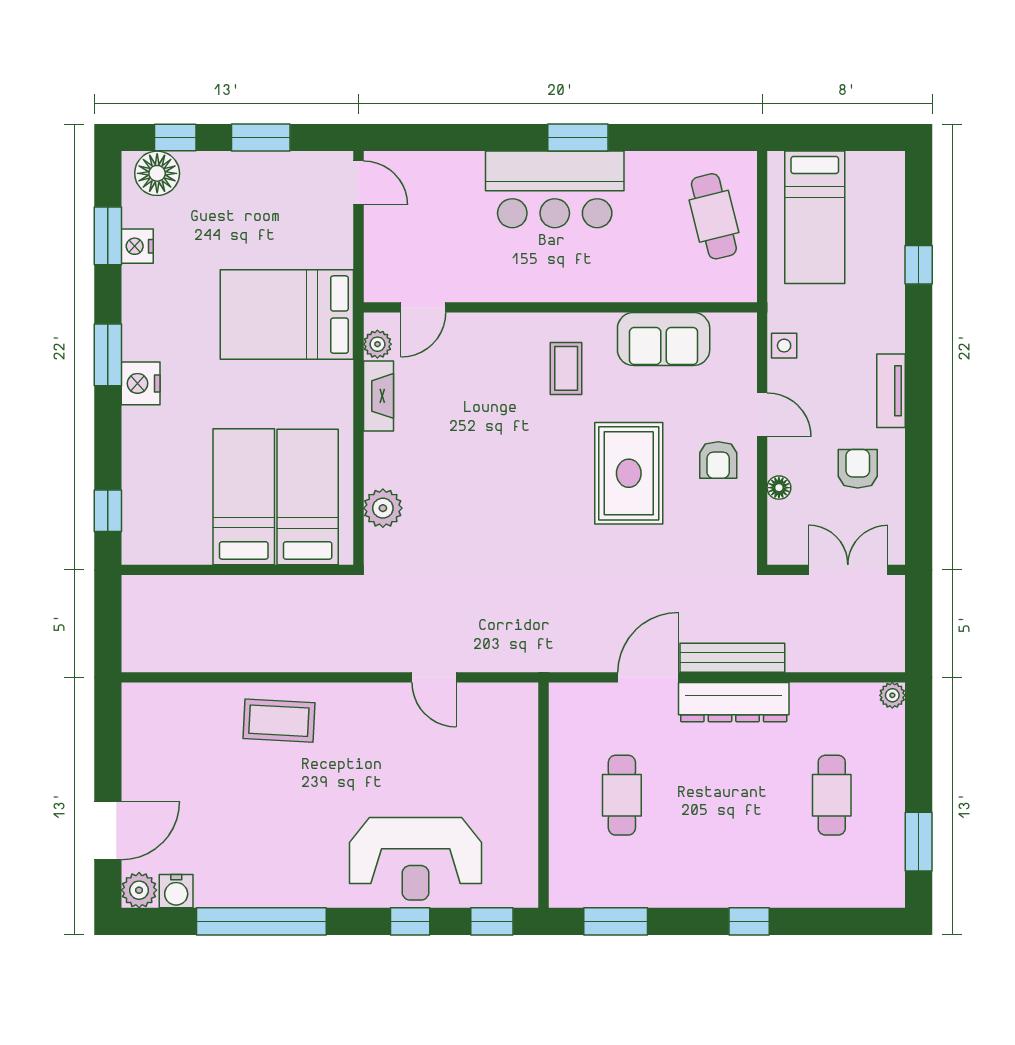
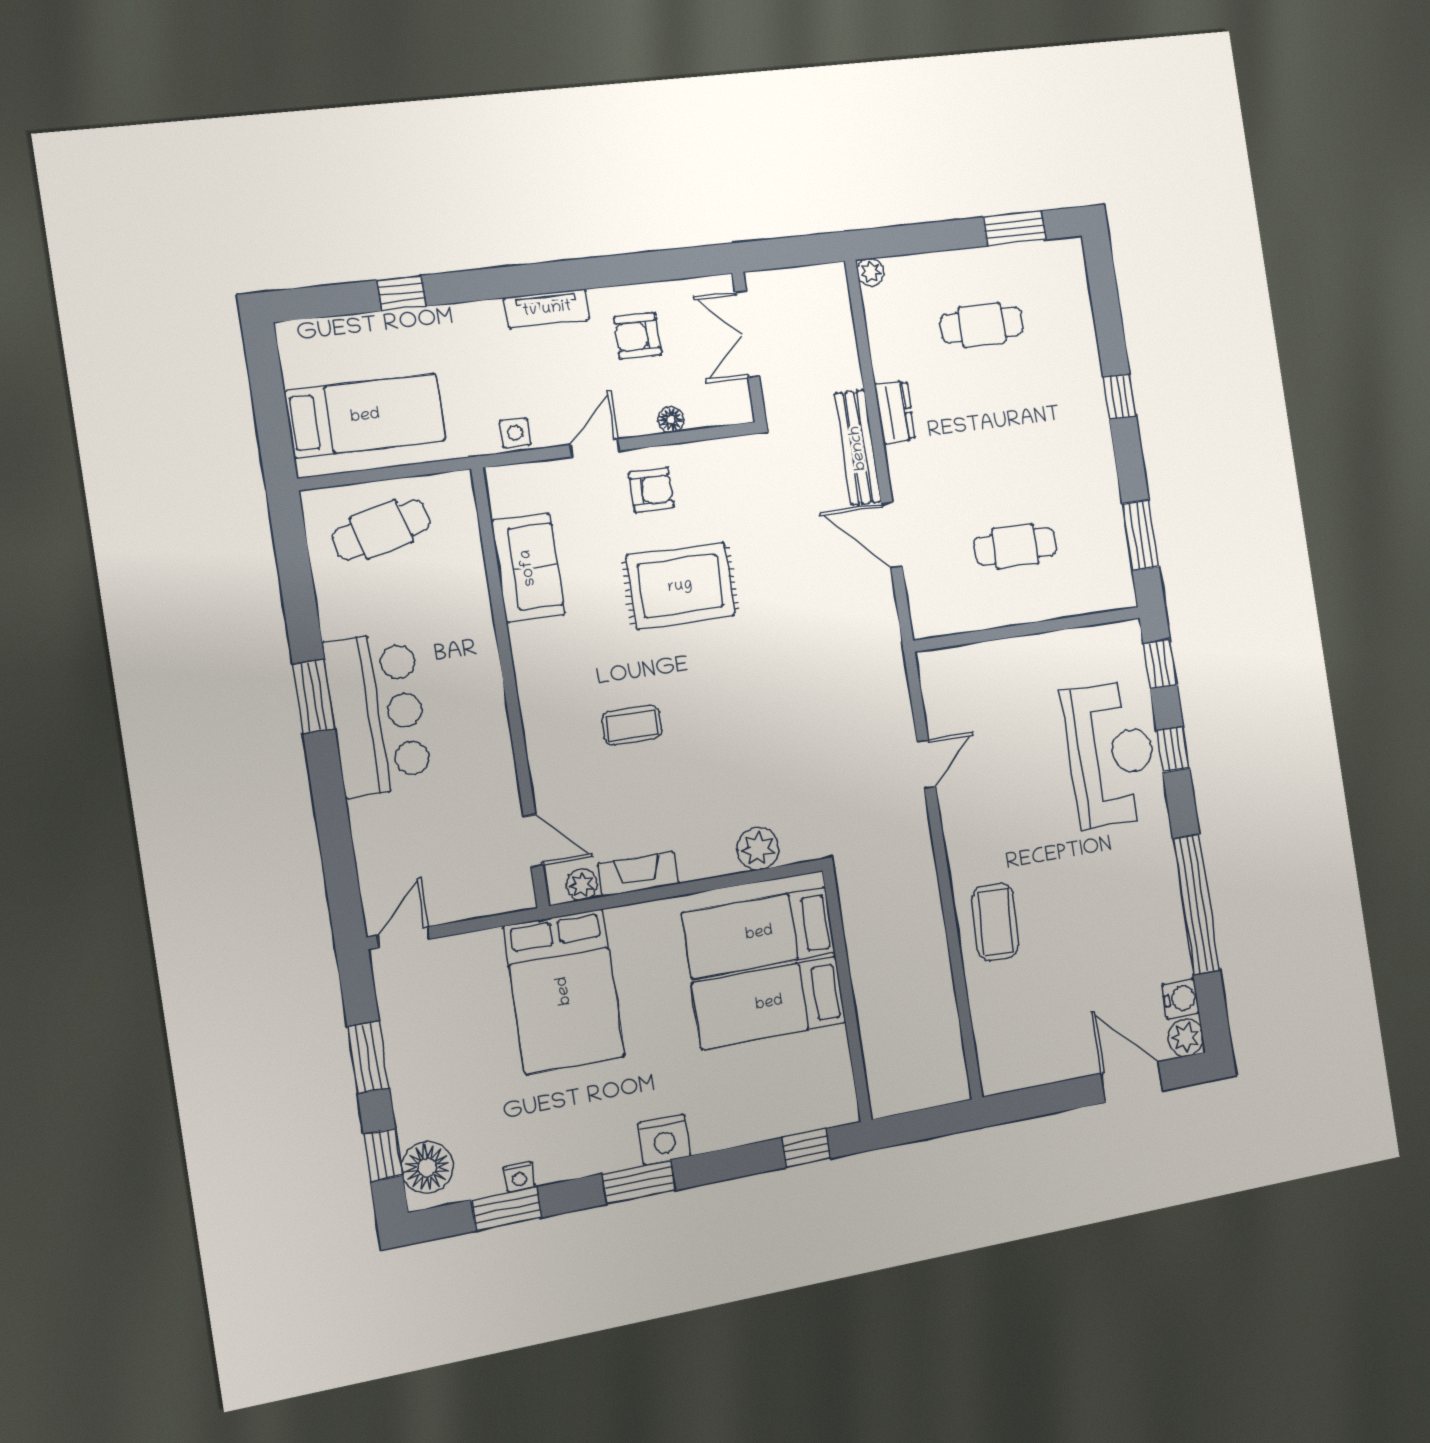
nightstand: (137, 246) -> (519, 1177), width x0.72, depth x0.74
coffee table: (566, 368) -> (632, 725), moved
dresser: (734, 702) -> (895, 412), width x0.51, depth x0.80

